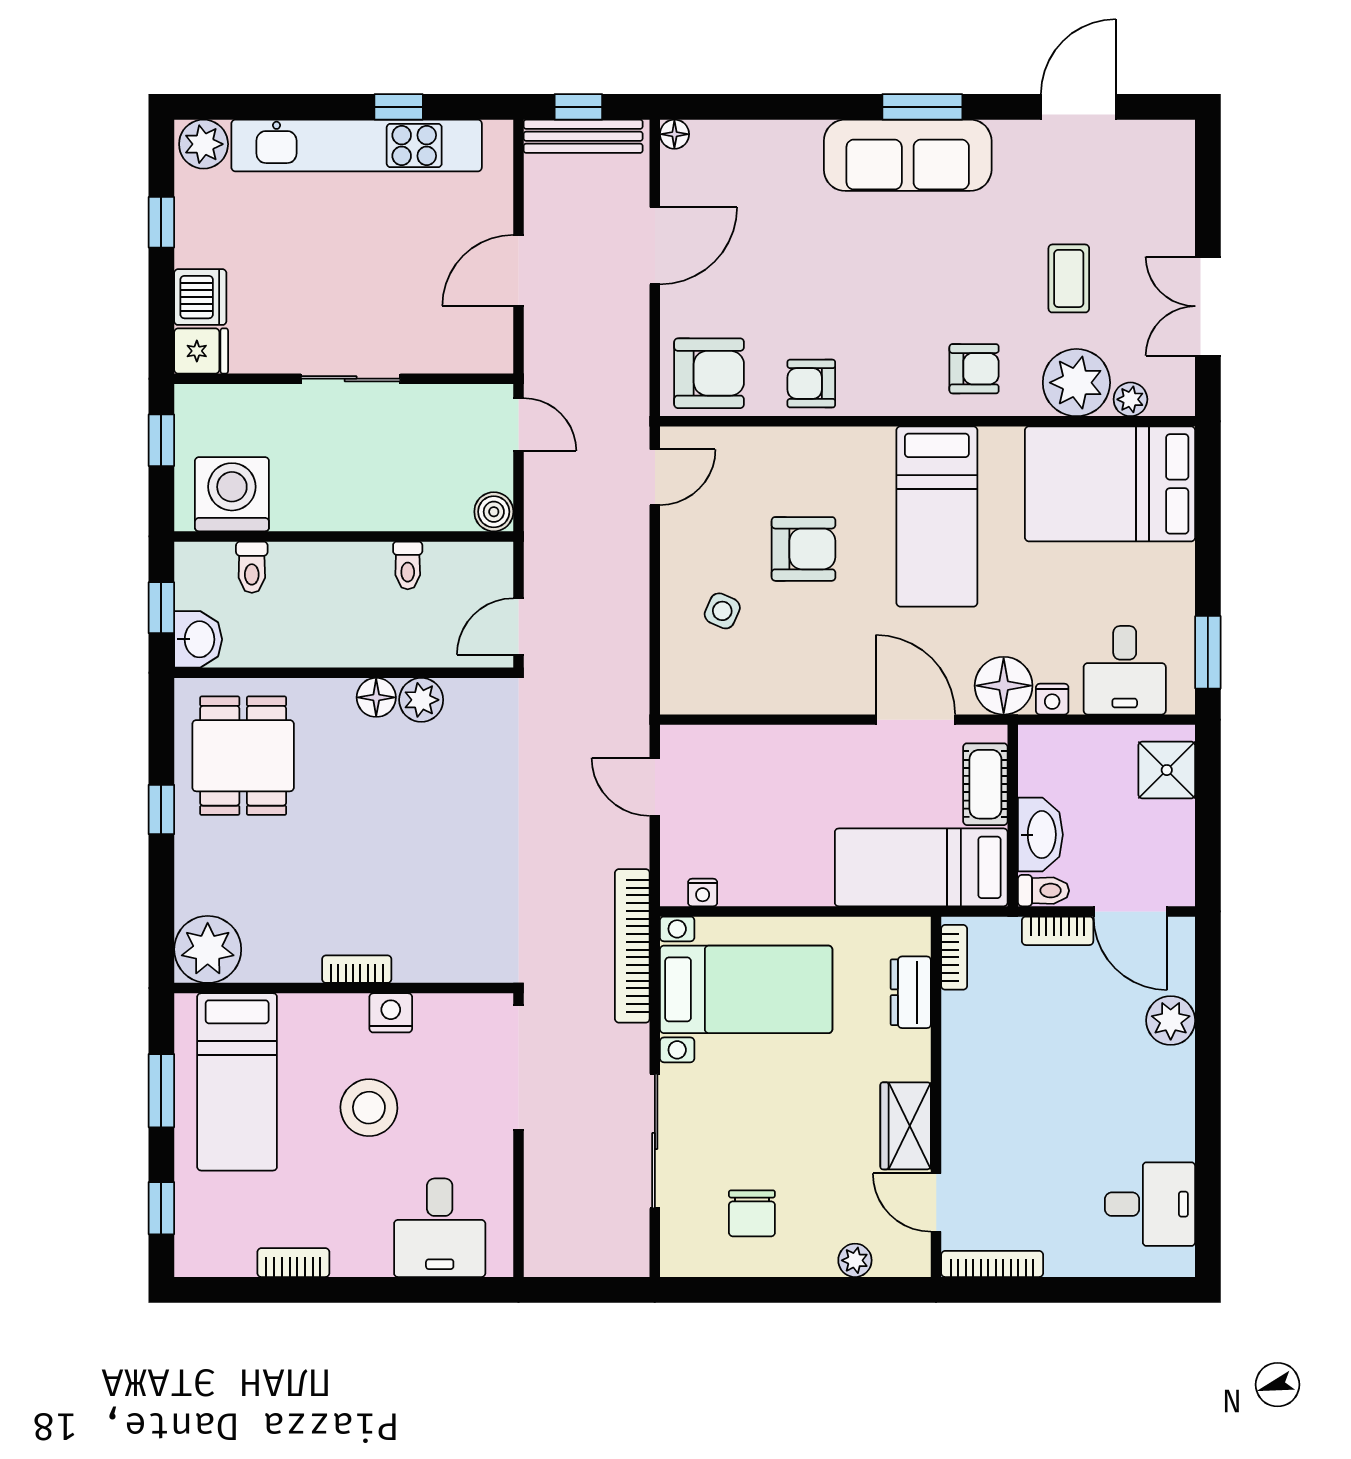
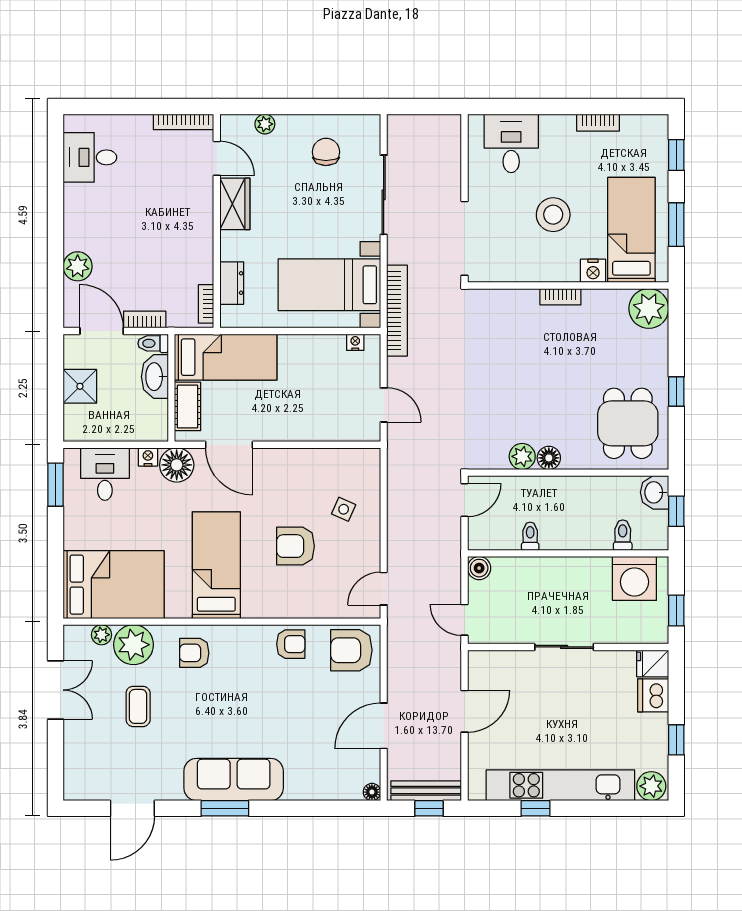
shower: (1167, 770) -> (80, 386), moved
nightstand: (391, 1013) -> (593, 271), moved

